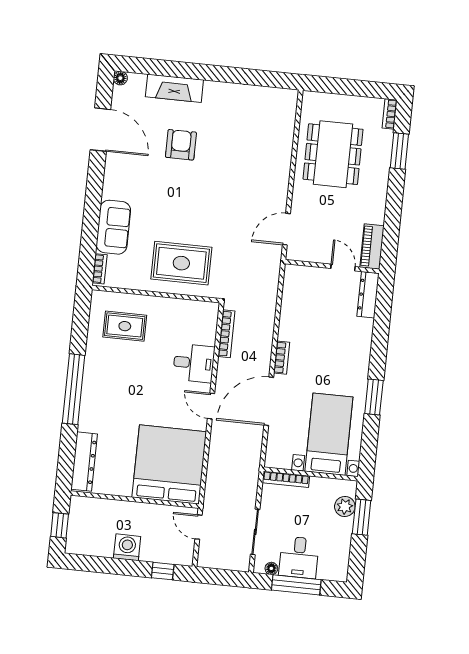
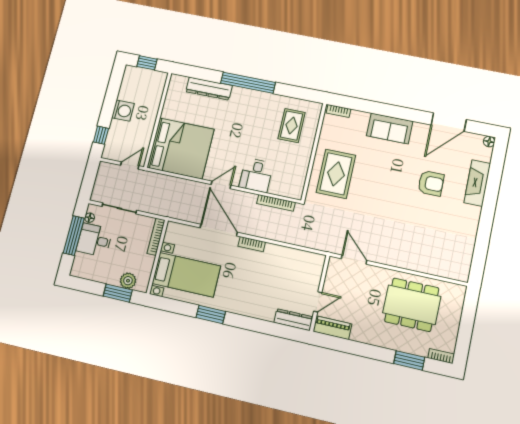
sofa: (113, 227) -> (390, 128), moved
dresser: (84, 462) -> (209, 89), moved

